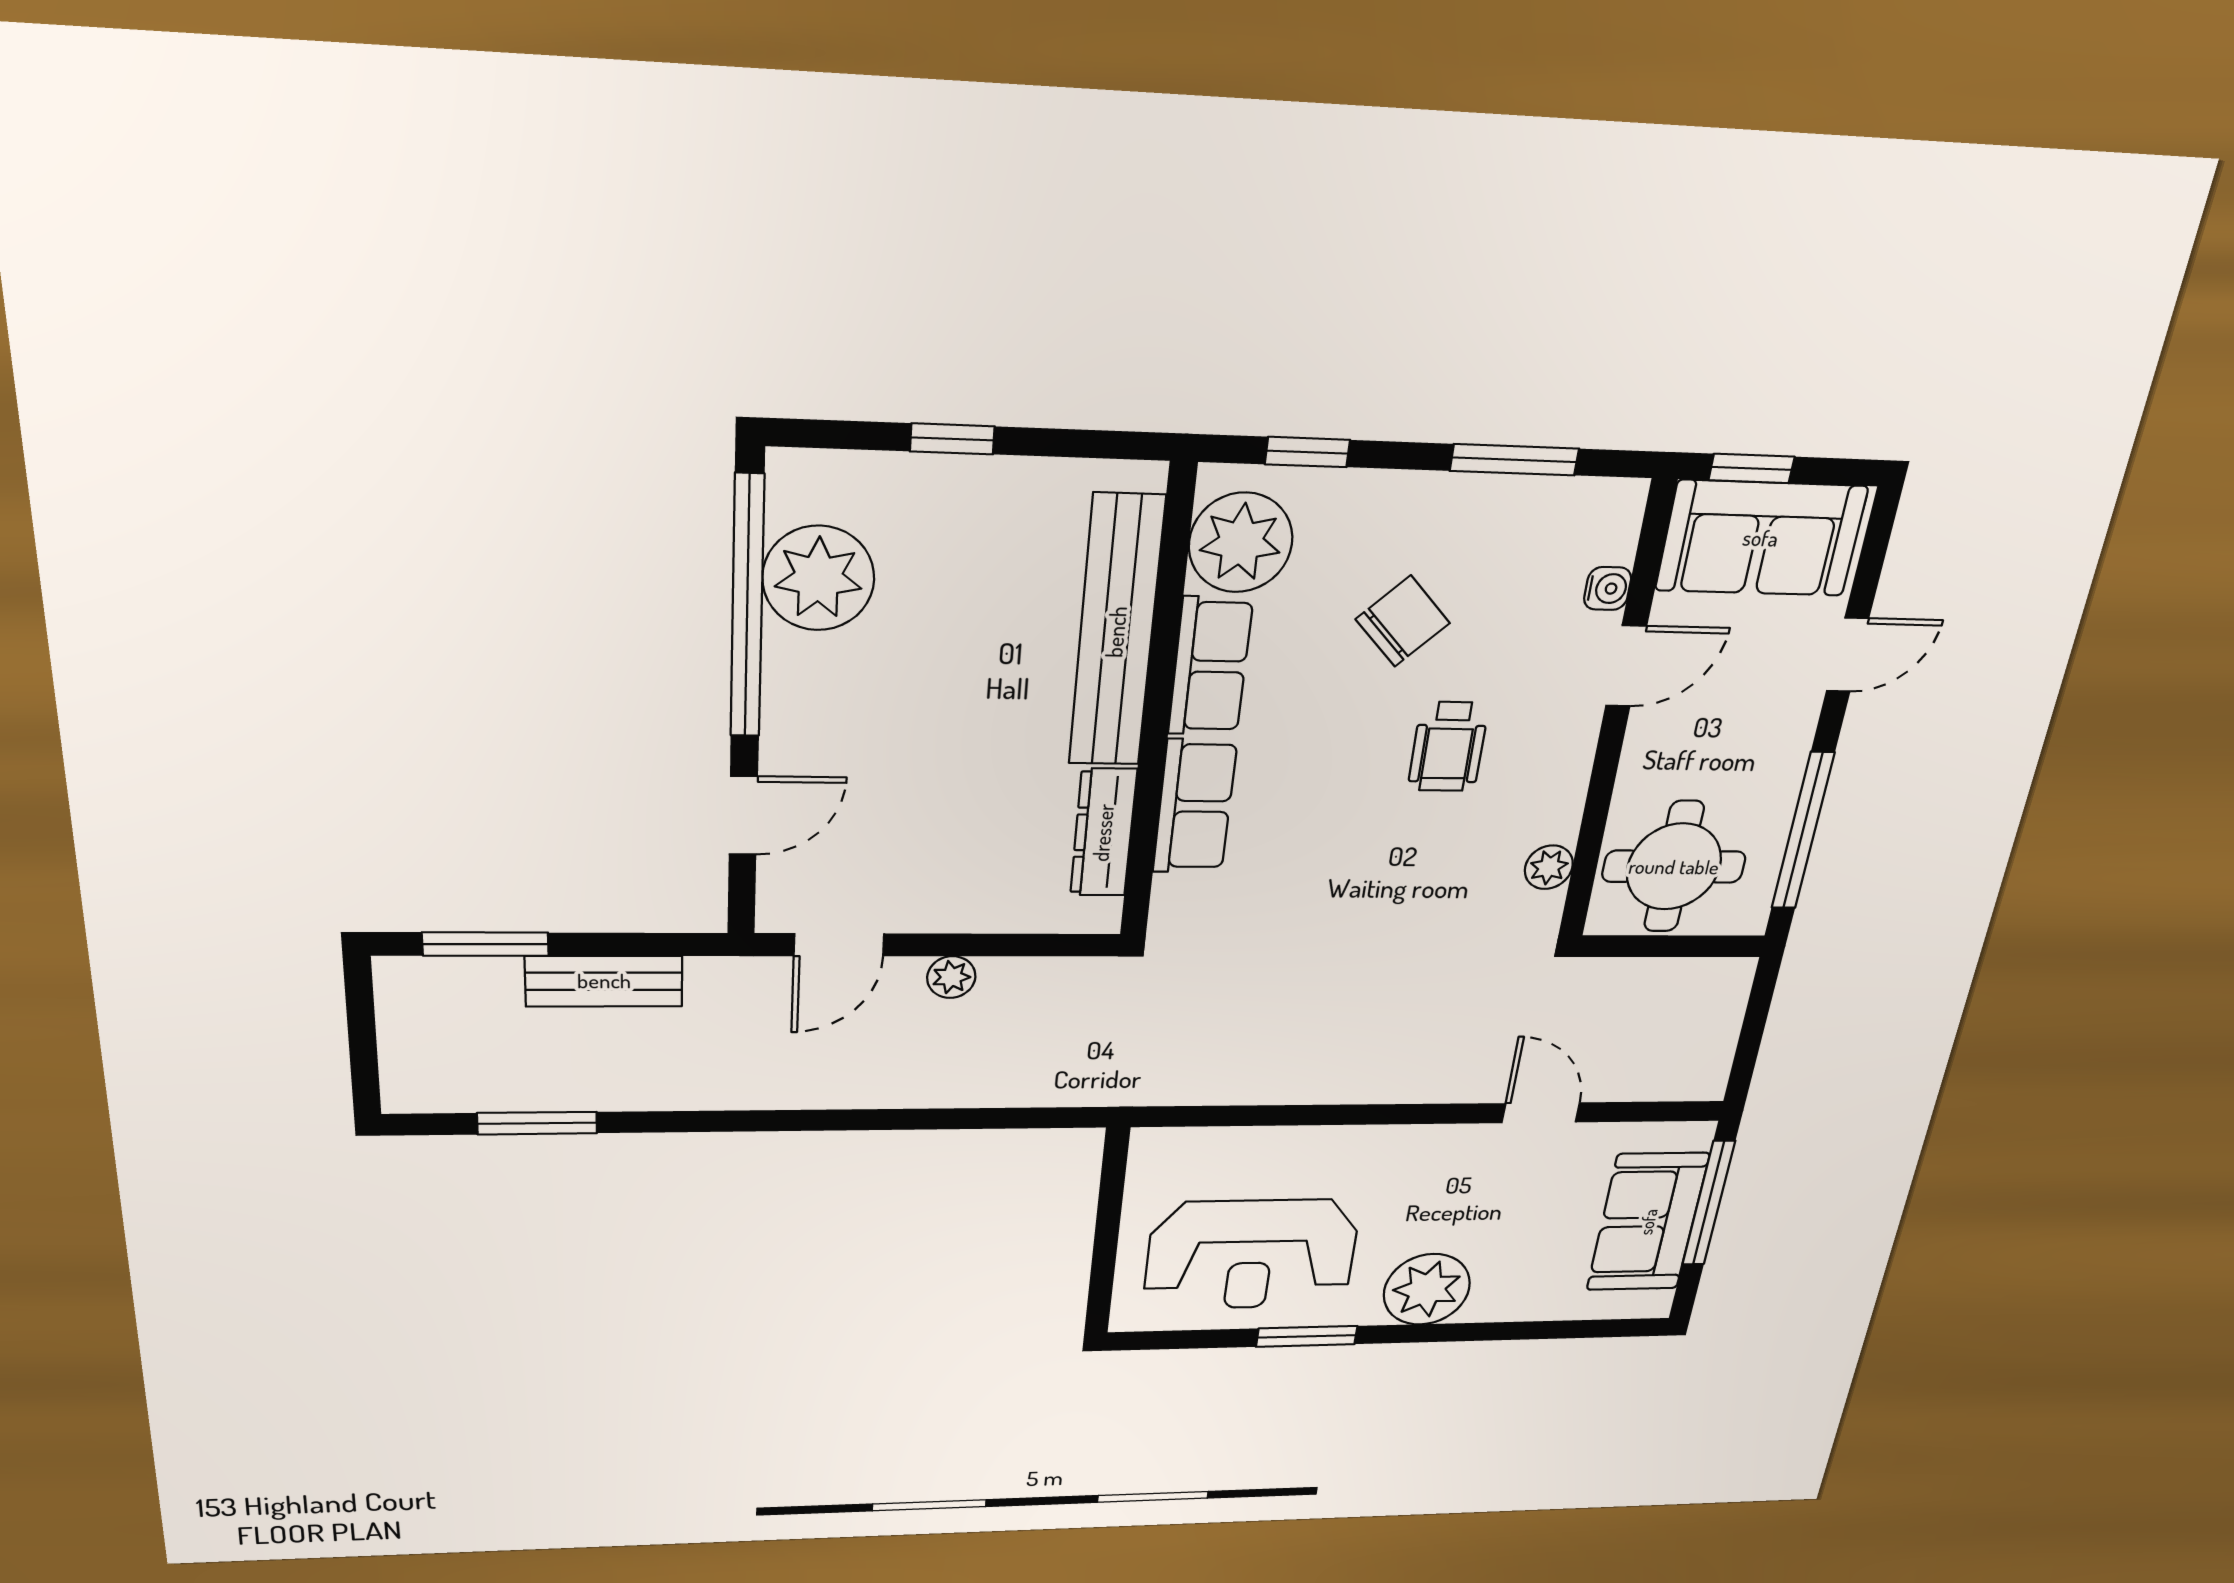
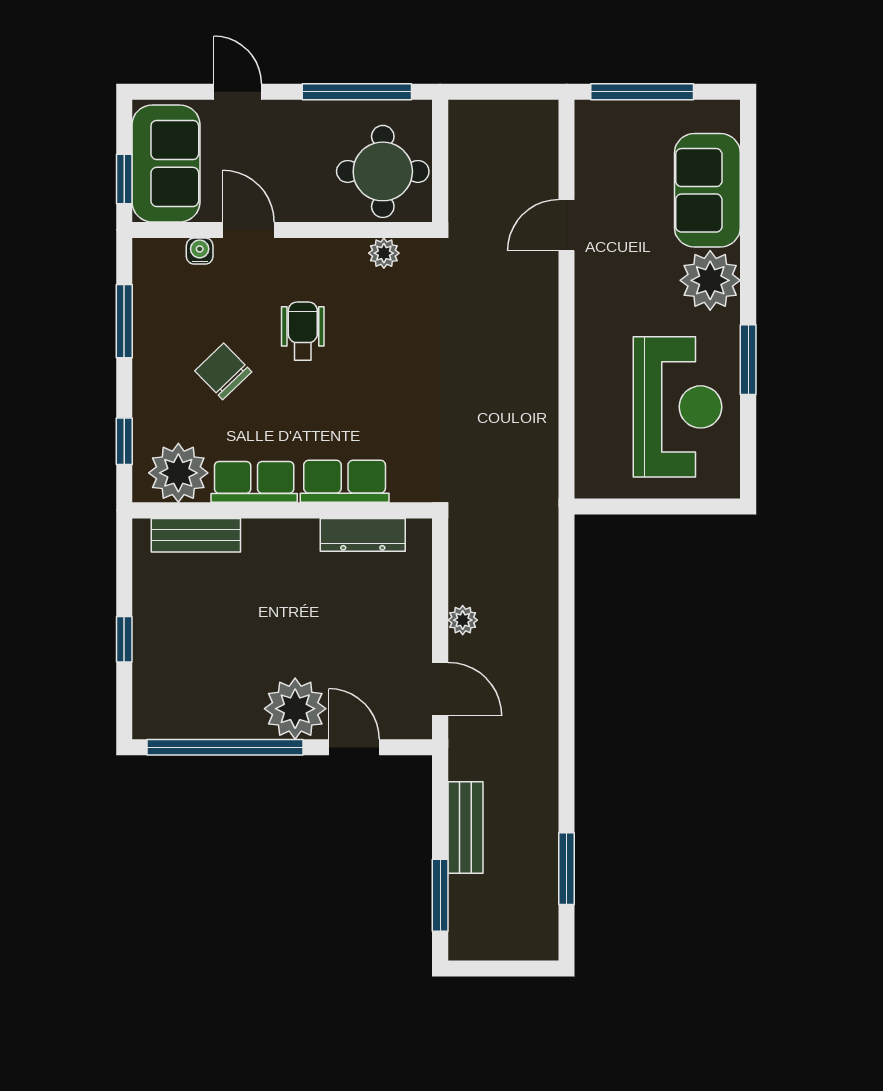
plant: (818, 578) -> (295, 709), moved
bench: (1116, 632) -> (196, 535), width x0.54, depth x0.82
wheelchair: (1448, 747) -> (303, 331), turned -90
sofa: (1648, 1222) -> (707, 190), moved, turned 90

